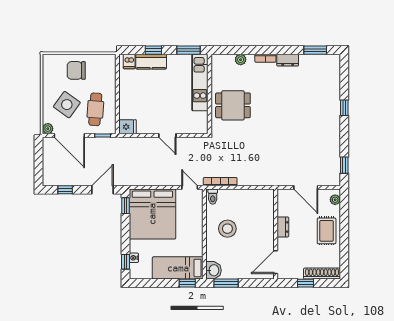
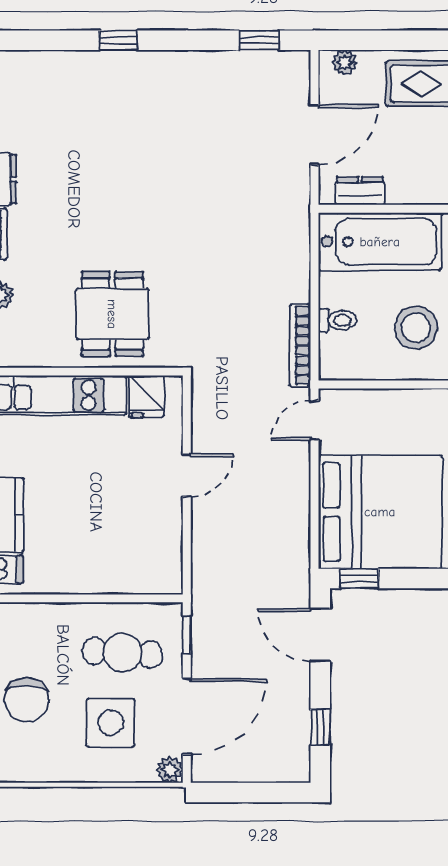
side table: (67, 105) -> (111, 723), turned -36
fridge: (128, 127) -> (147, 397), moved, turned 180
toilet: (213, 197) -> (337, 320), moved
bathtub: (262, 214) -> (380, 242), added
dresser: (283, 227) -> (360, 191), moved

